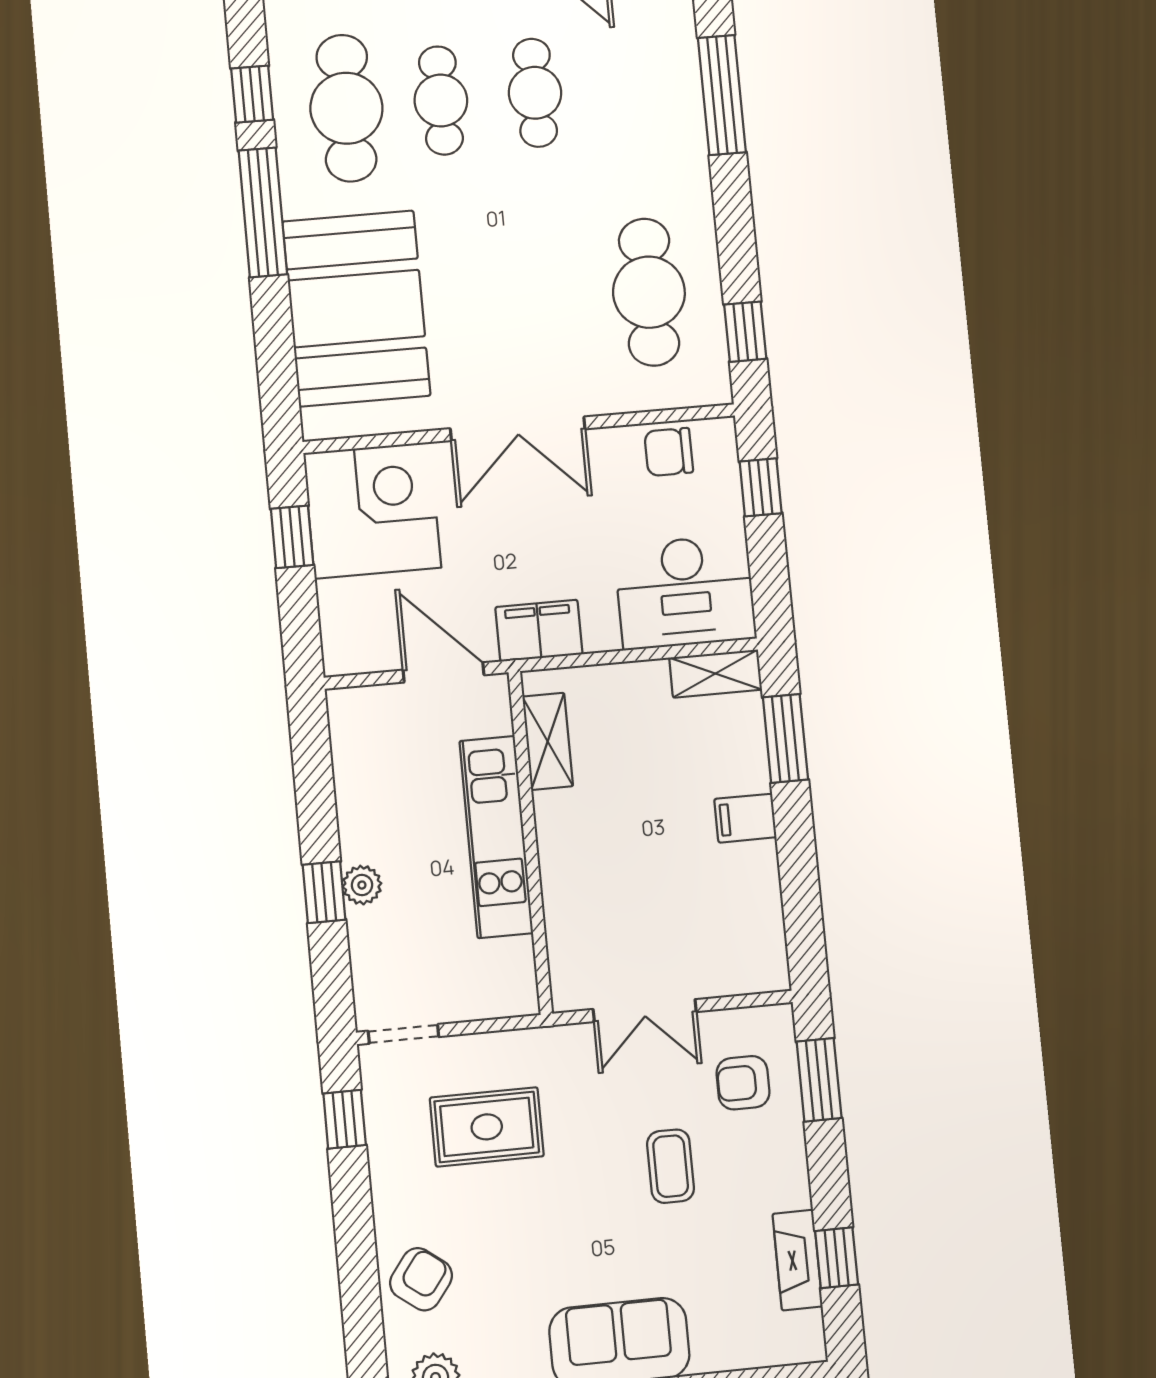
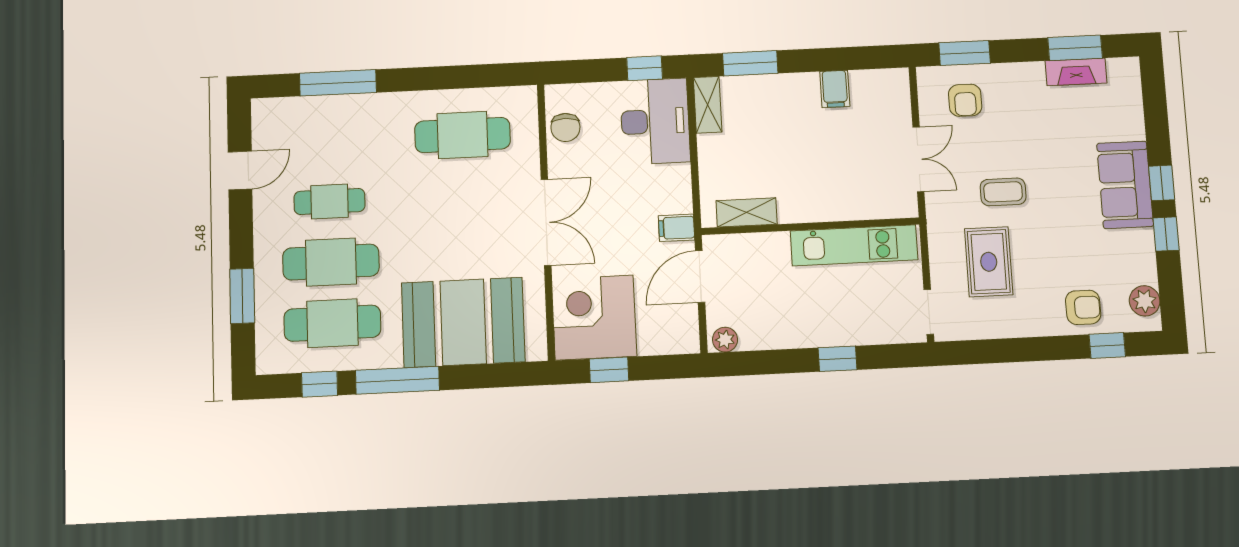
cafe table: (441, 100) -> (331, 262), width x1.37, depth x1.35
window: (745, 332) -> (491, 76), removed
window: (761, 487) -> (645, 68), moved
filing cabinet: (539, 631) -> (677, 228), width x0.50
filing cabinet: (745, 818) -> (835, 89), moved
kitchen unit: (496, 837) -> (854, 245), moved
plant: (362, 885) -> (725, 340), moved
window: (345, 1119) -> (1107, 345), moved
coffee table: (671, 1166) -> (1003, 192), moved
window: (837, 1258) -> (1075, 48), width x1.50
armchair: (421, 1279) -> (1083, 307), turned 143

